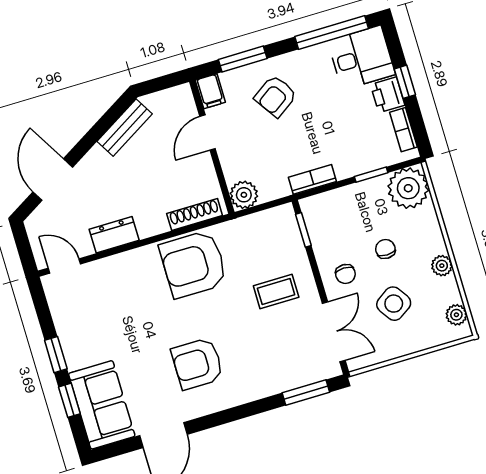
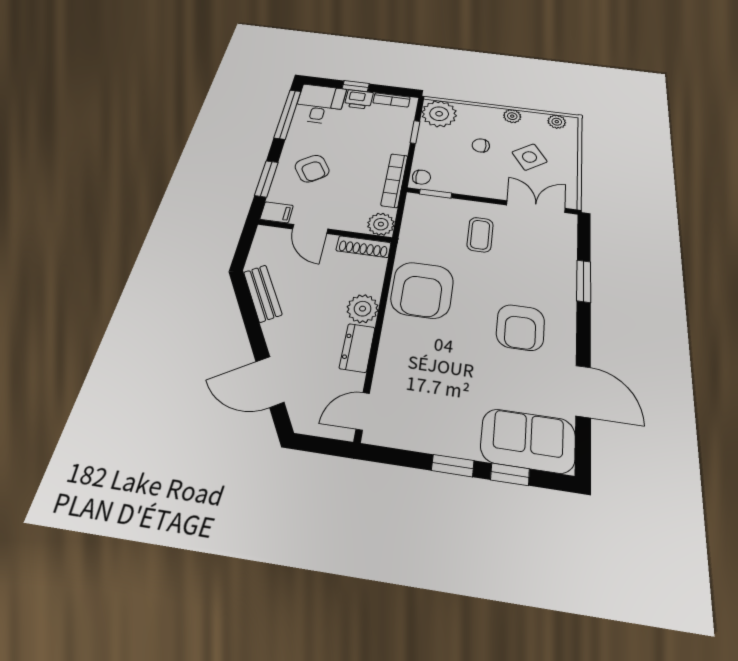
bookcase: (312, 179) -> (394, 180), width x1.56
shoe rack: (195, 215) -> (364, 247), moved, turned -90
plant: (151, 221) -> (363, 309), added
chair: (345, 274) -> (421, 177), moved
window: (306, 393) -> (584, 281), moved

